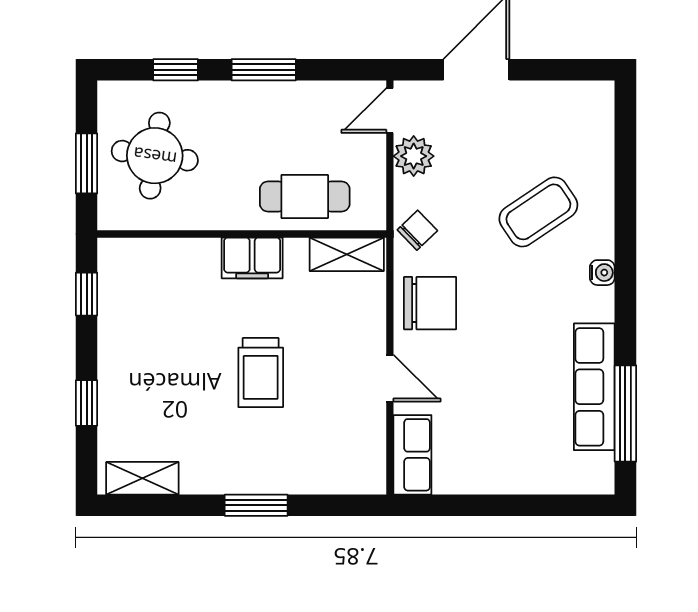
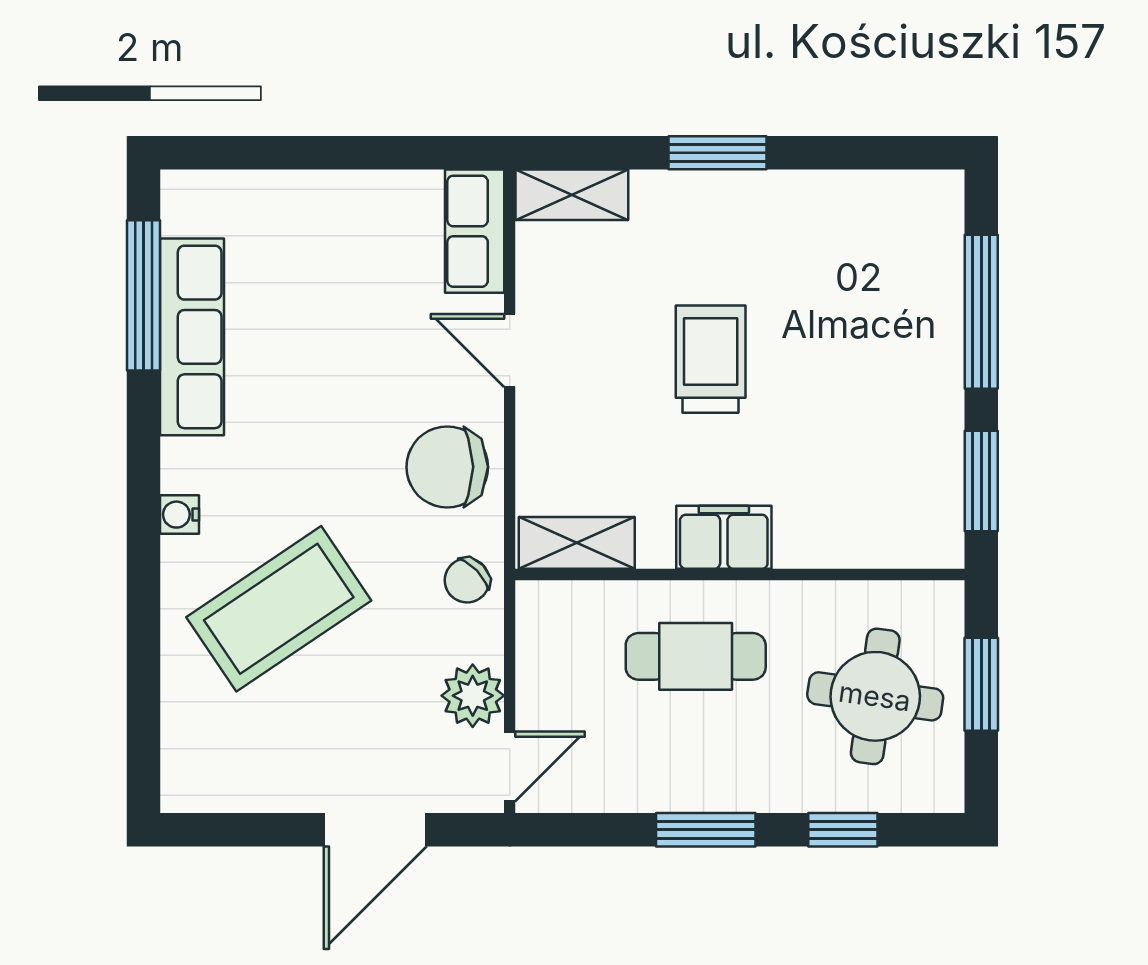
cafe table: (305, 196) -> (696, 656), moved
coffee table: (538, 212) -> (279, 609), width x1.36, depth x1.32
window: (87, 294) -> (981, 481), width x1.50
window: (87, 403) -> (981, 312), width x2.17
shelving: (142, 478) -> (572, 195), moved

